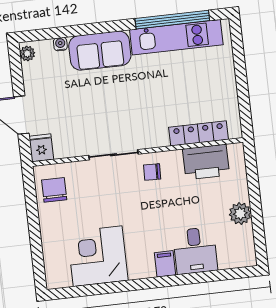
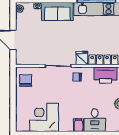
fridge: (41, 148) -> (82, 58), moved

